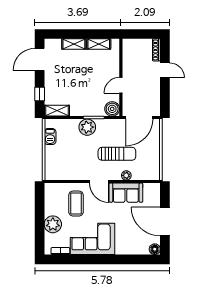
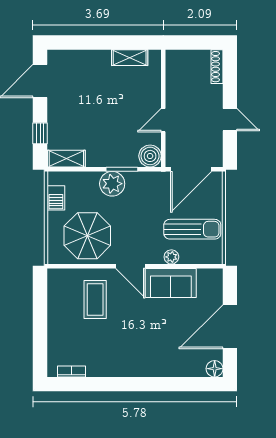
shelving: (74, 44) -> (92, 58), removed
door: (165, 70) -> (230, 120), moved
sun lounger: (117, 154) -> (192, 229), moved
parasol: (71, 161) -> (87, 236), added
door: (165, 221) -> (230, 327), hinge flipped
plant: (53, 224) -> (60, 331), removed
corner sofa: (93, 239) -> (120, 353), removed

